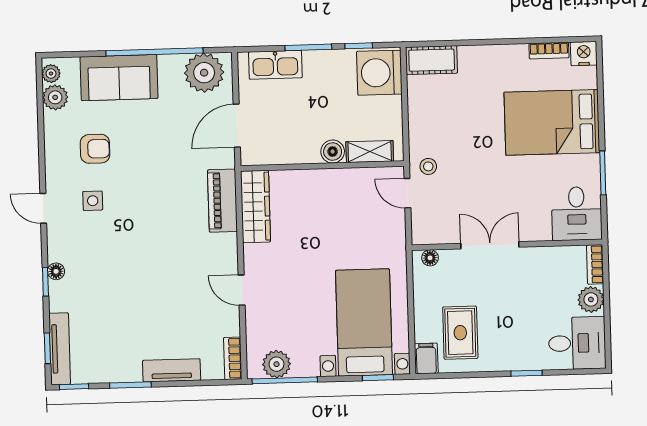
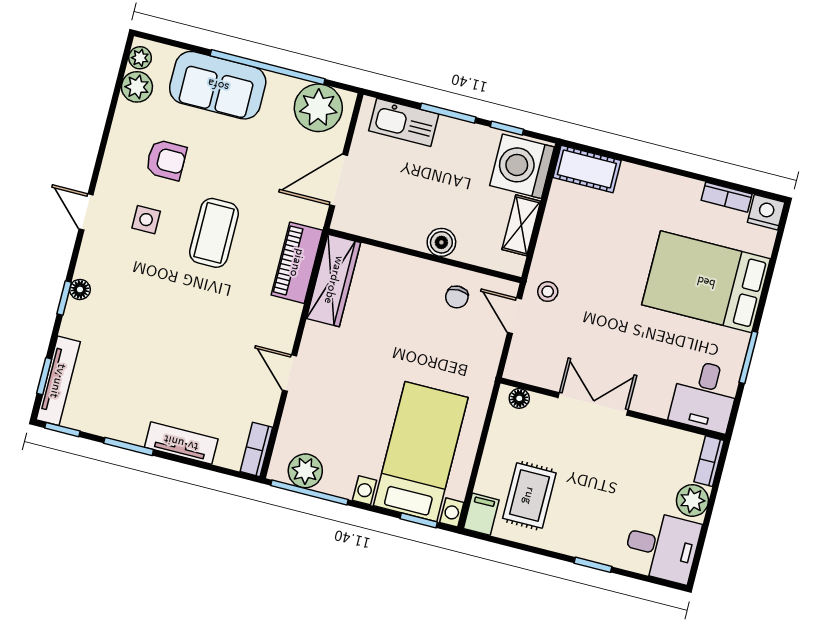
shelving: (370, 152) -> (521, 225), moved, turned 90
chair: (357, 191) -> (457, 297), added
coffee table: (150, 196) -> (214, 233), added

